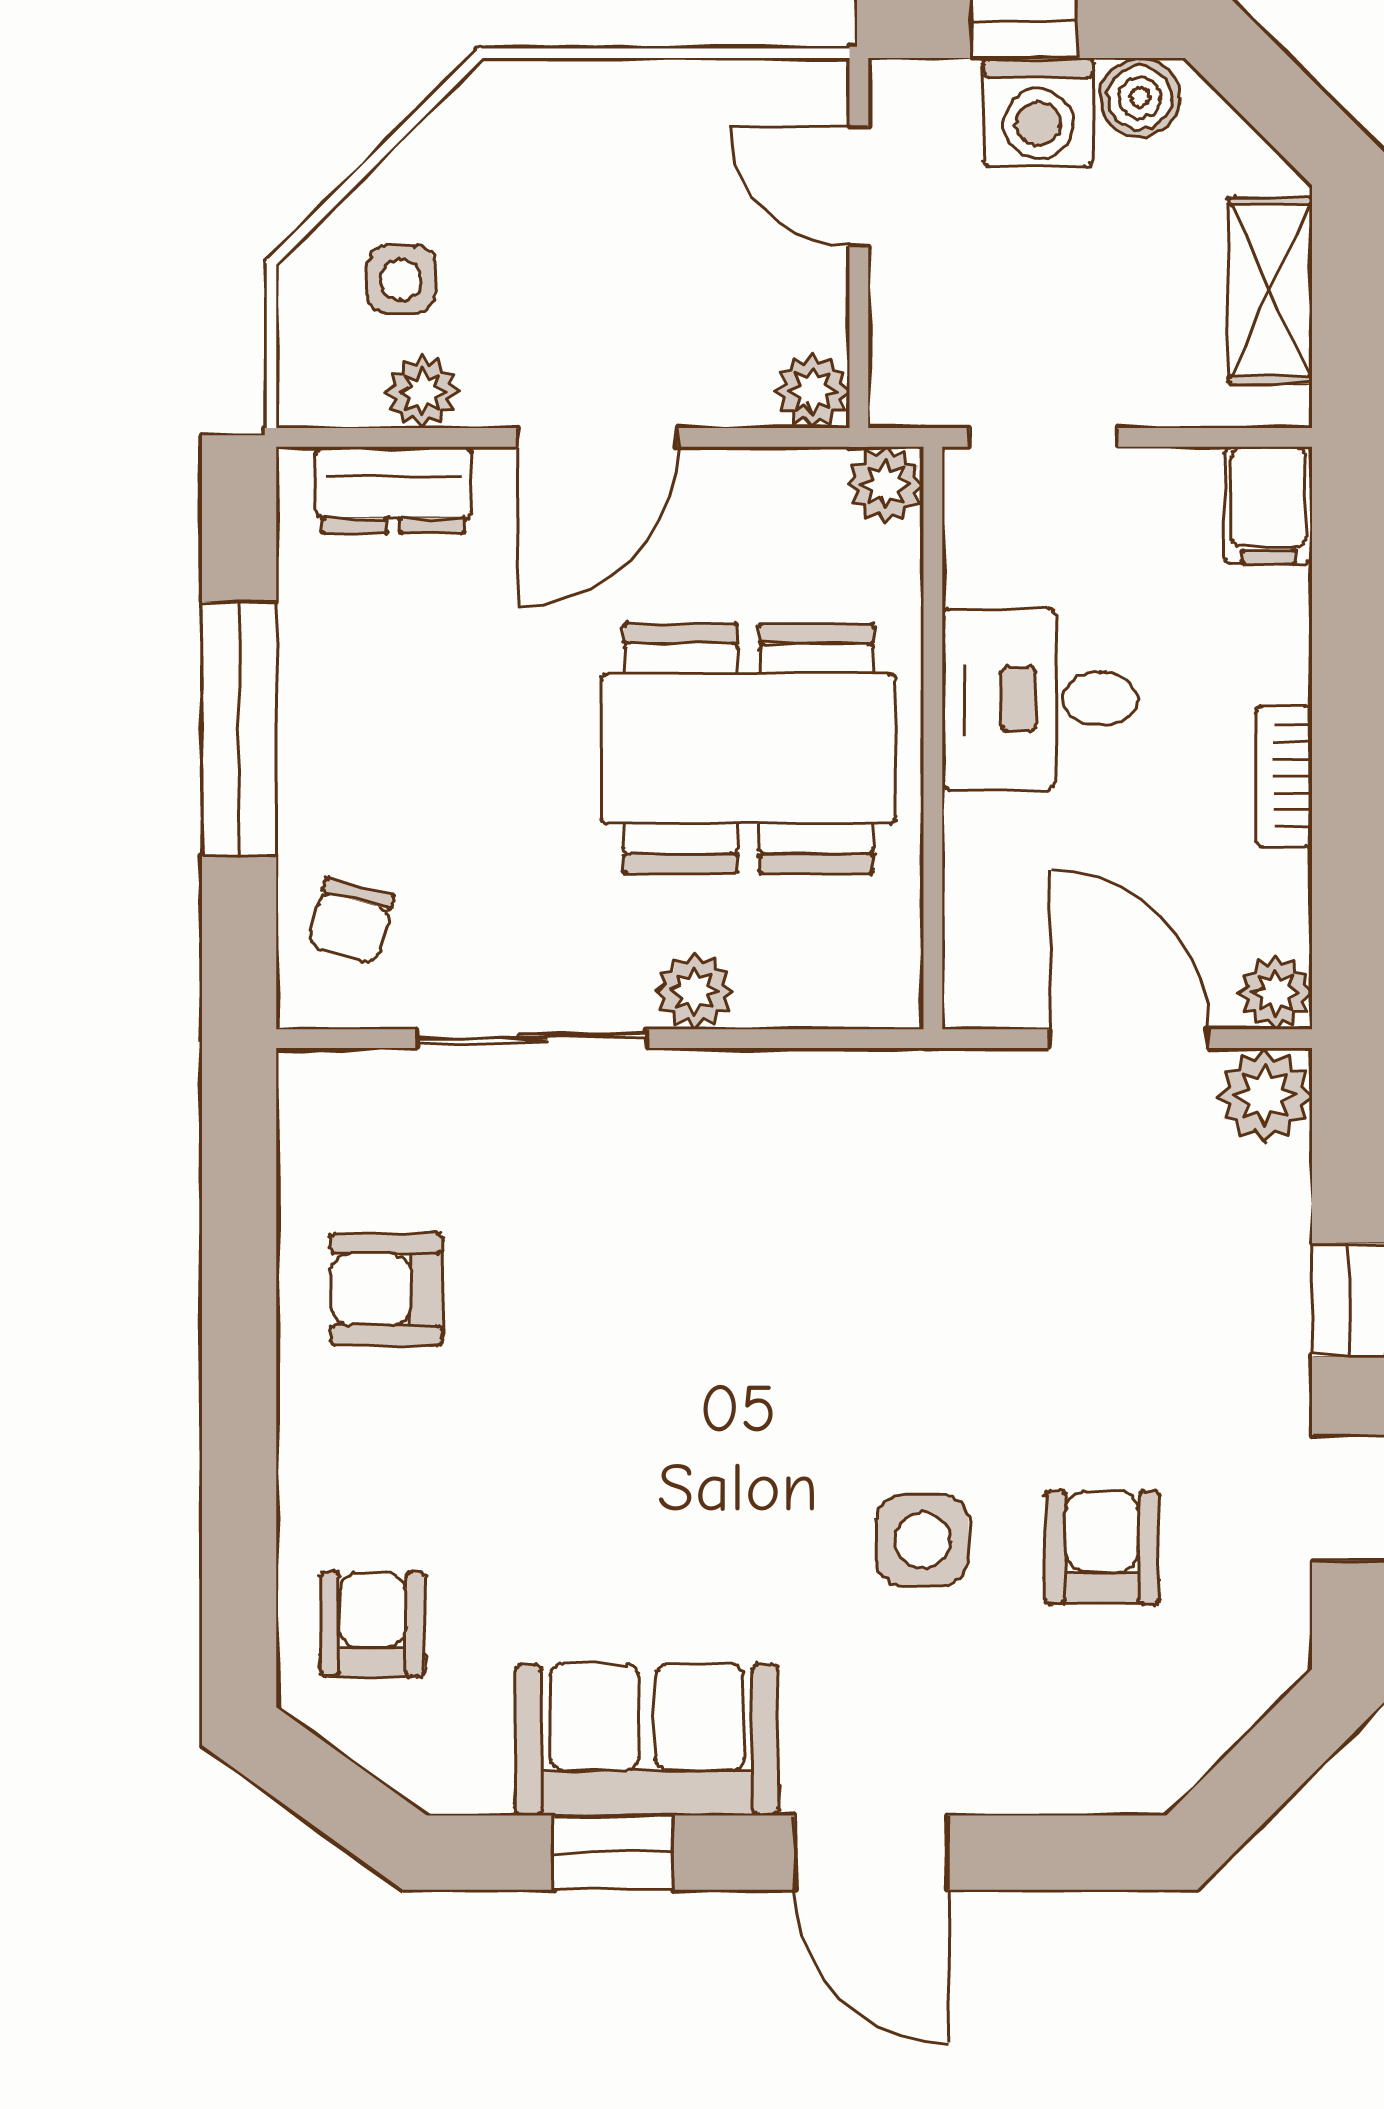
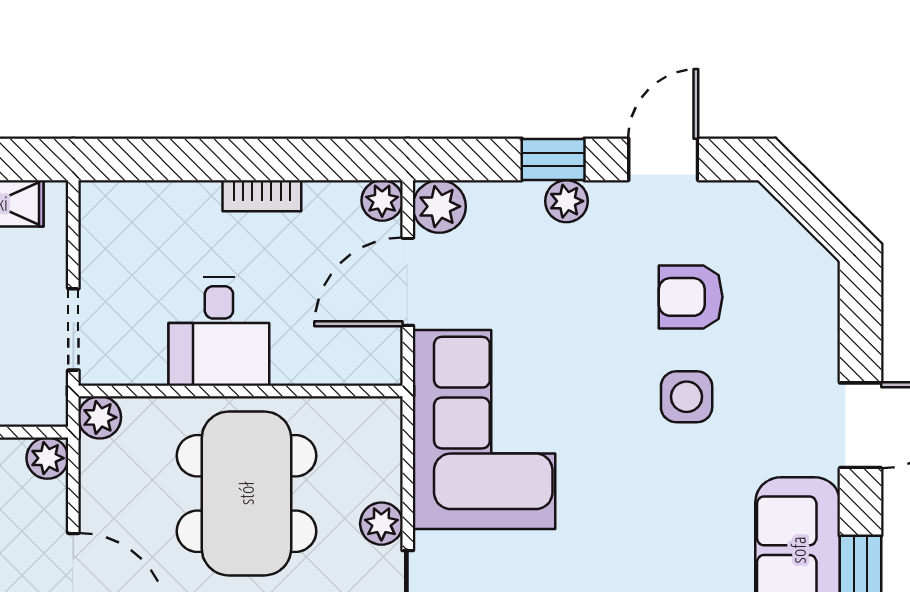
filing cabinet: (1268, 505) -> (111, 204), removed
corner sofa: (864, 1176) -> (484, 429), added
plant: (1274, 1324) -> (566, 201), added

